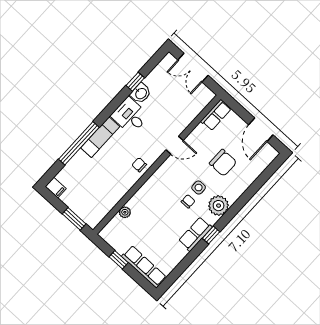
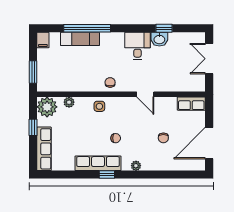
door: (261, 130) -> (209, 143), width x1.36
exam couch: (100, 137) -> (80, 39), moved
chair: (223, 163) -> (163, 138), width x0.54, depth x0.54
side table: (199, 188) -> (99, 106), moved
plant: (219, 206) -> (136, 166), width x0.53, depth x0.53
plant: (112, 233) -> (47, 107), added
row of seats: (195, 234) -> (98, 163), width x1.48

